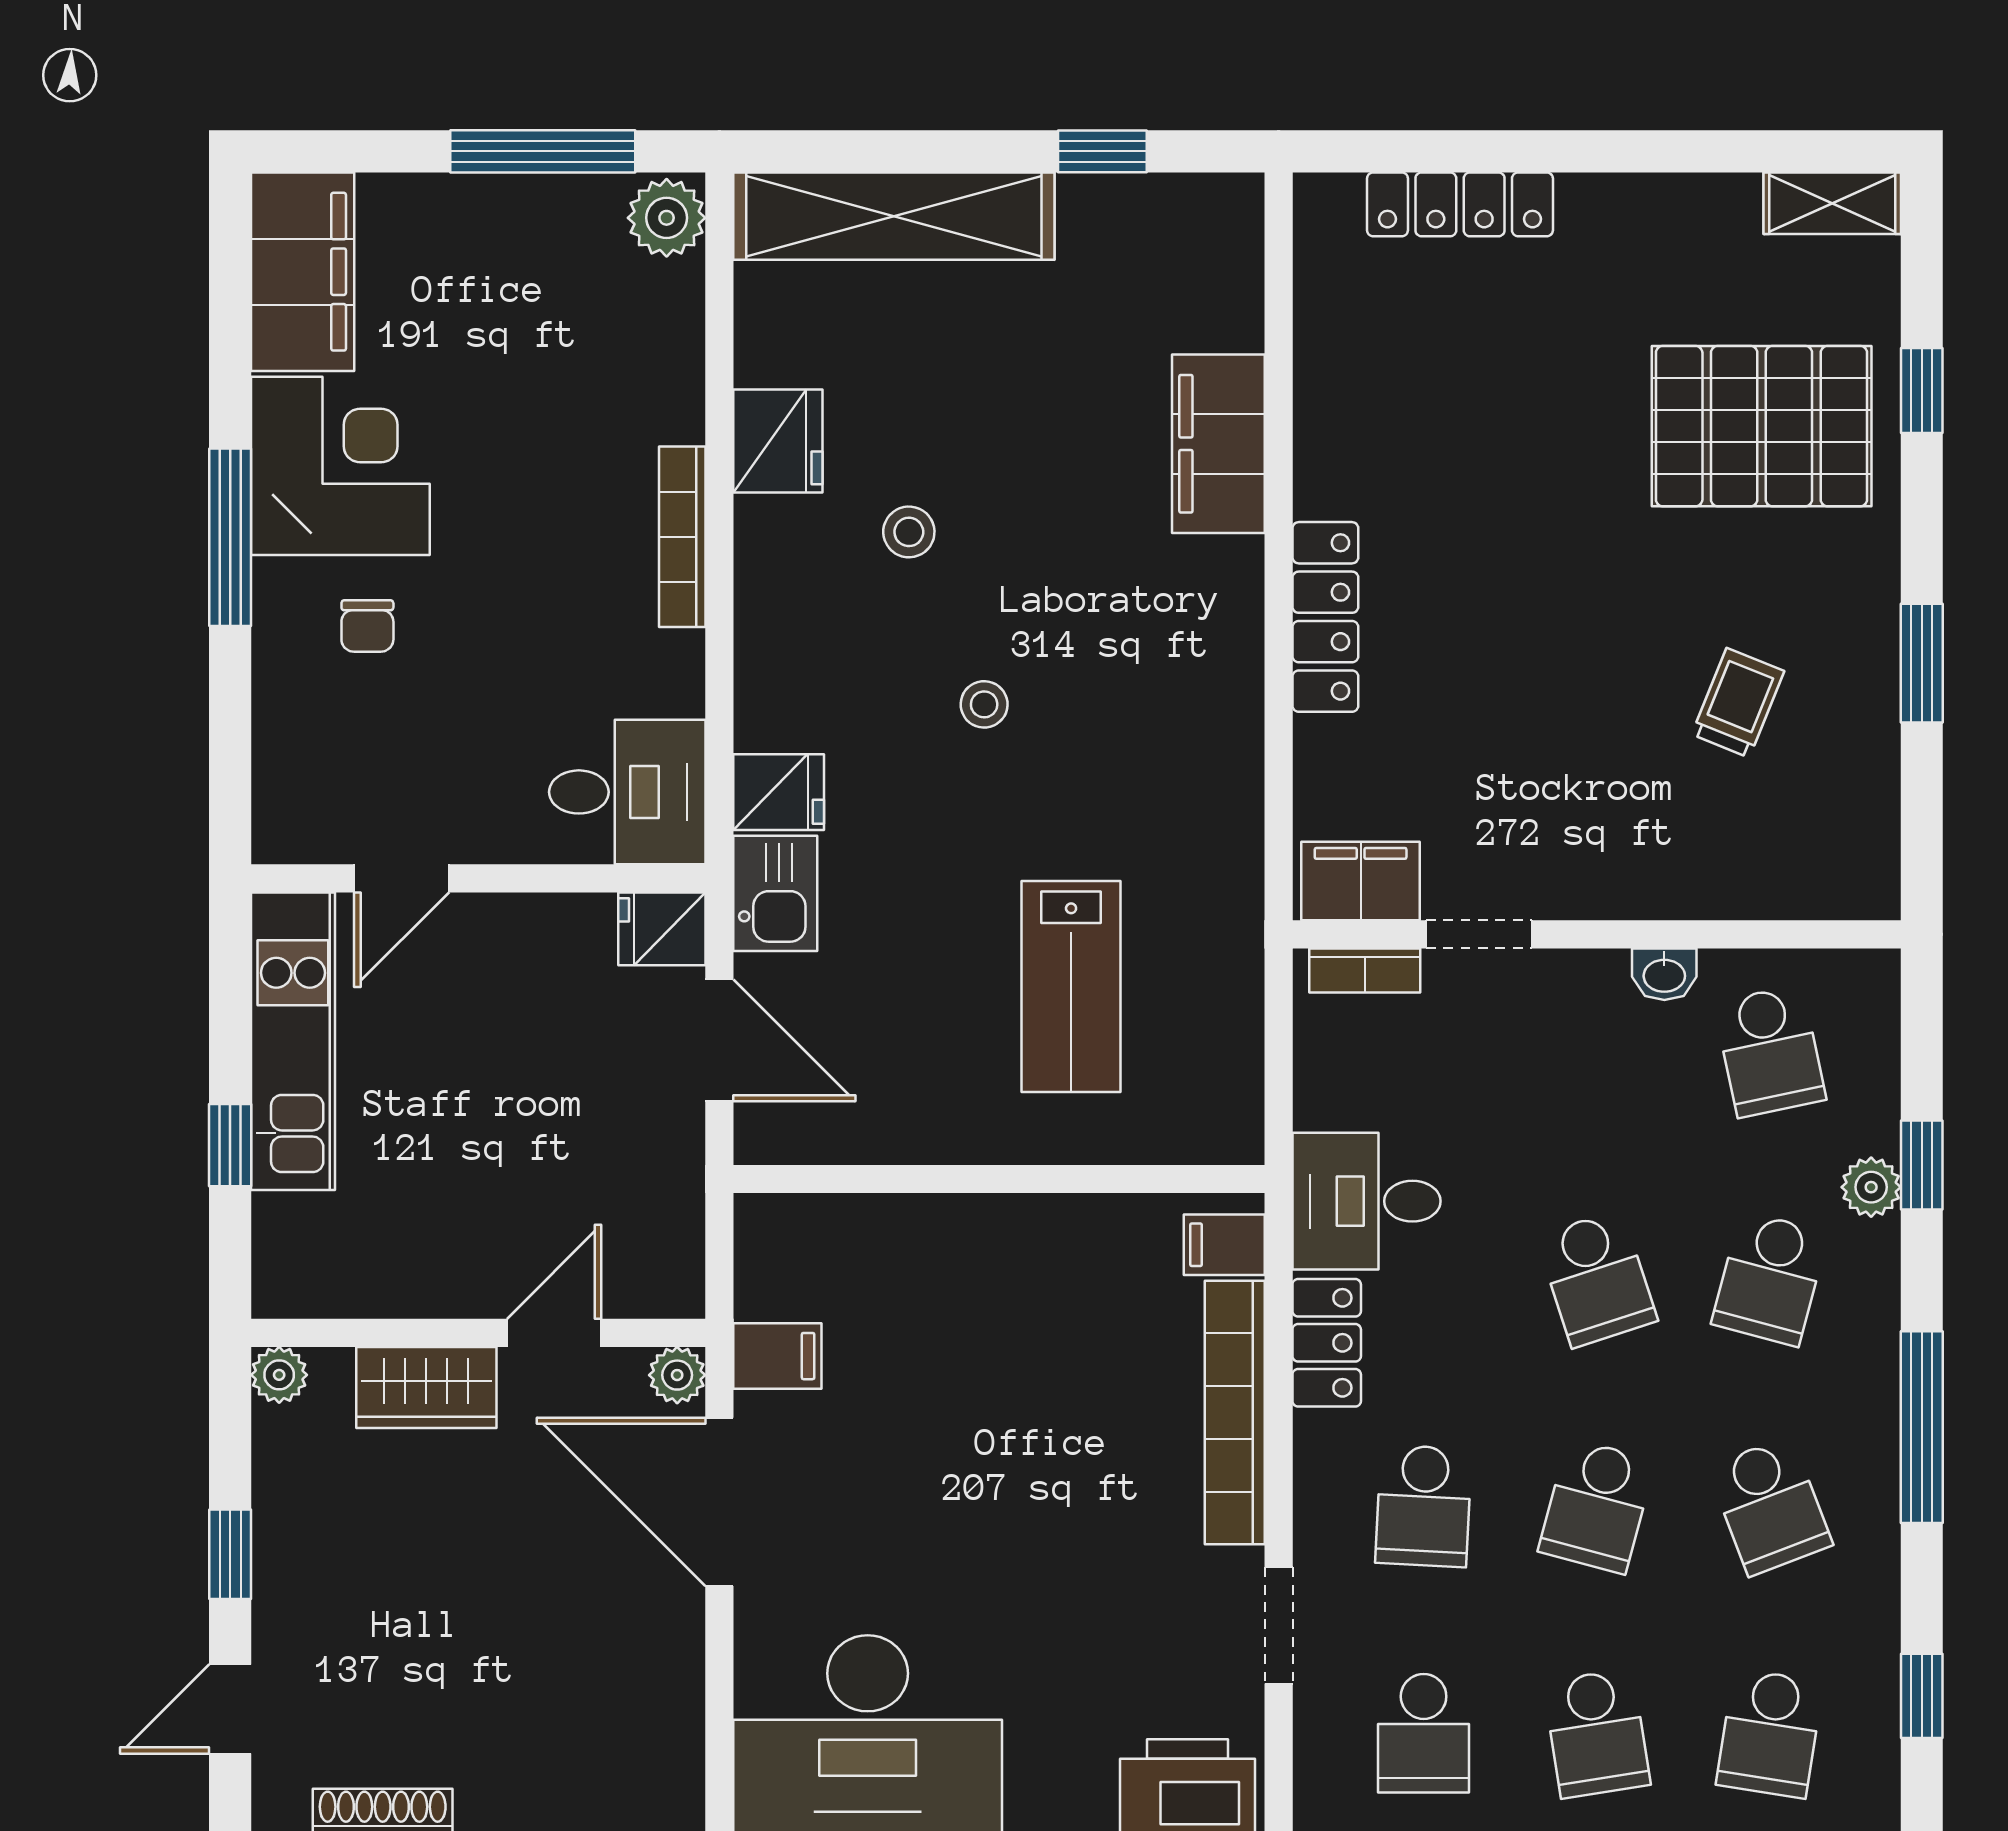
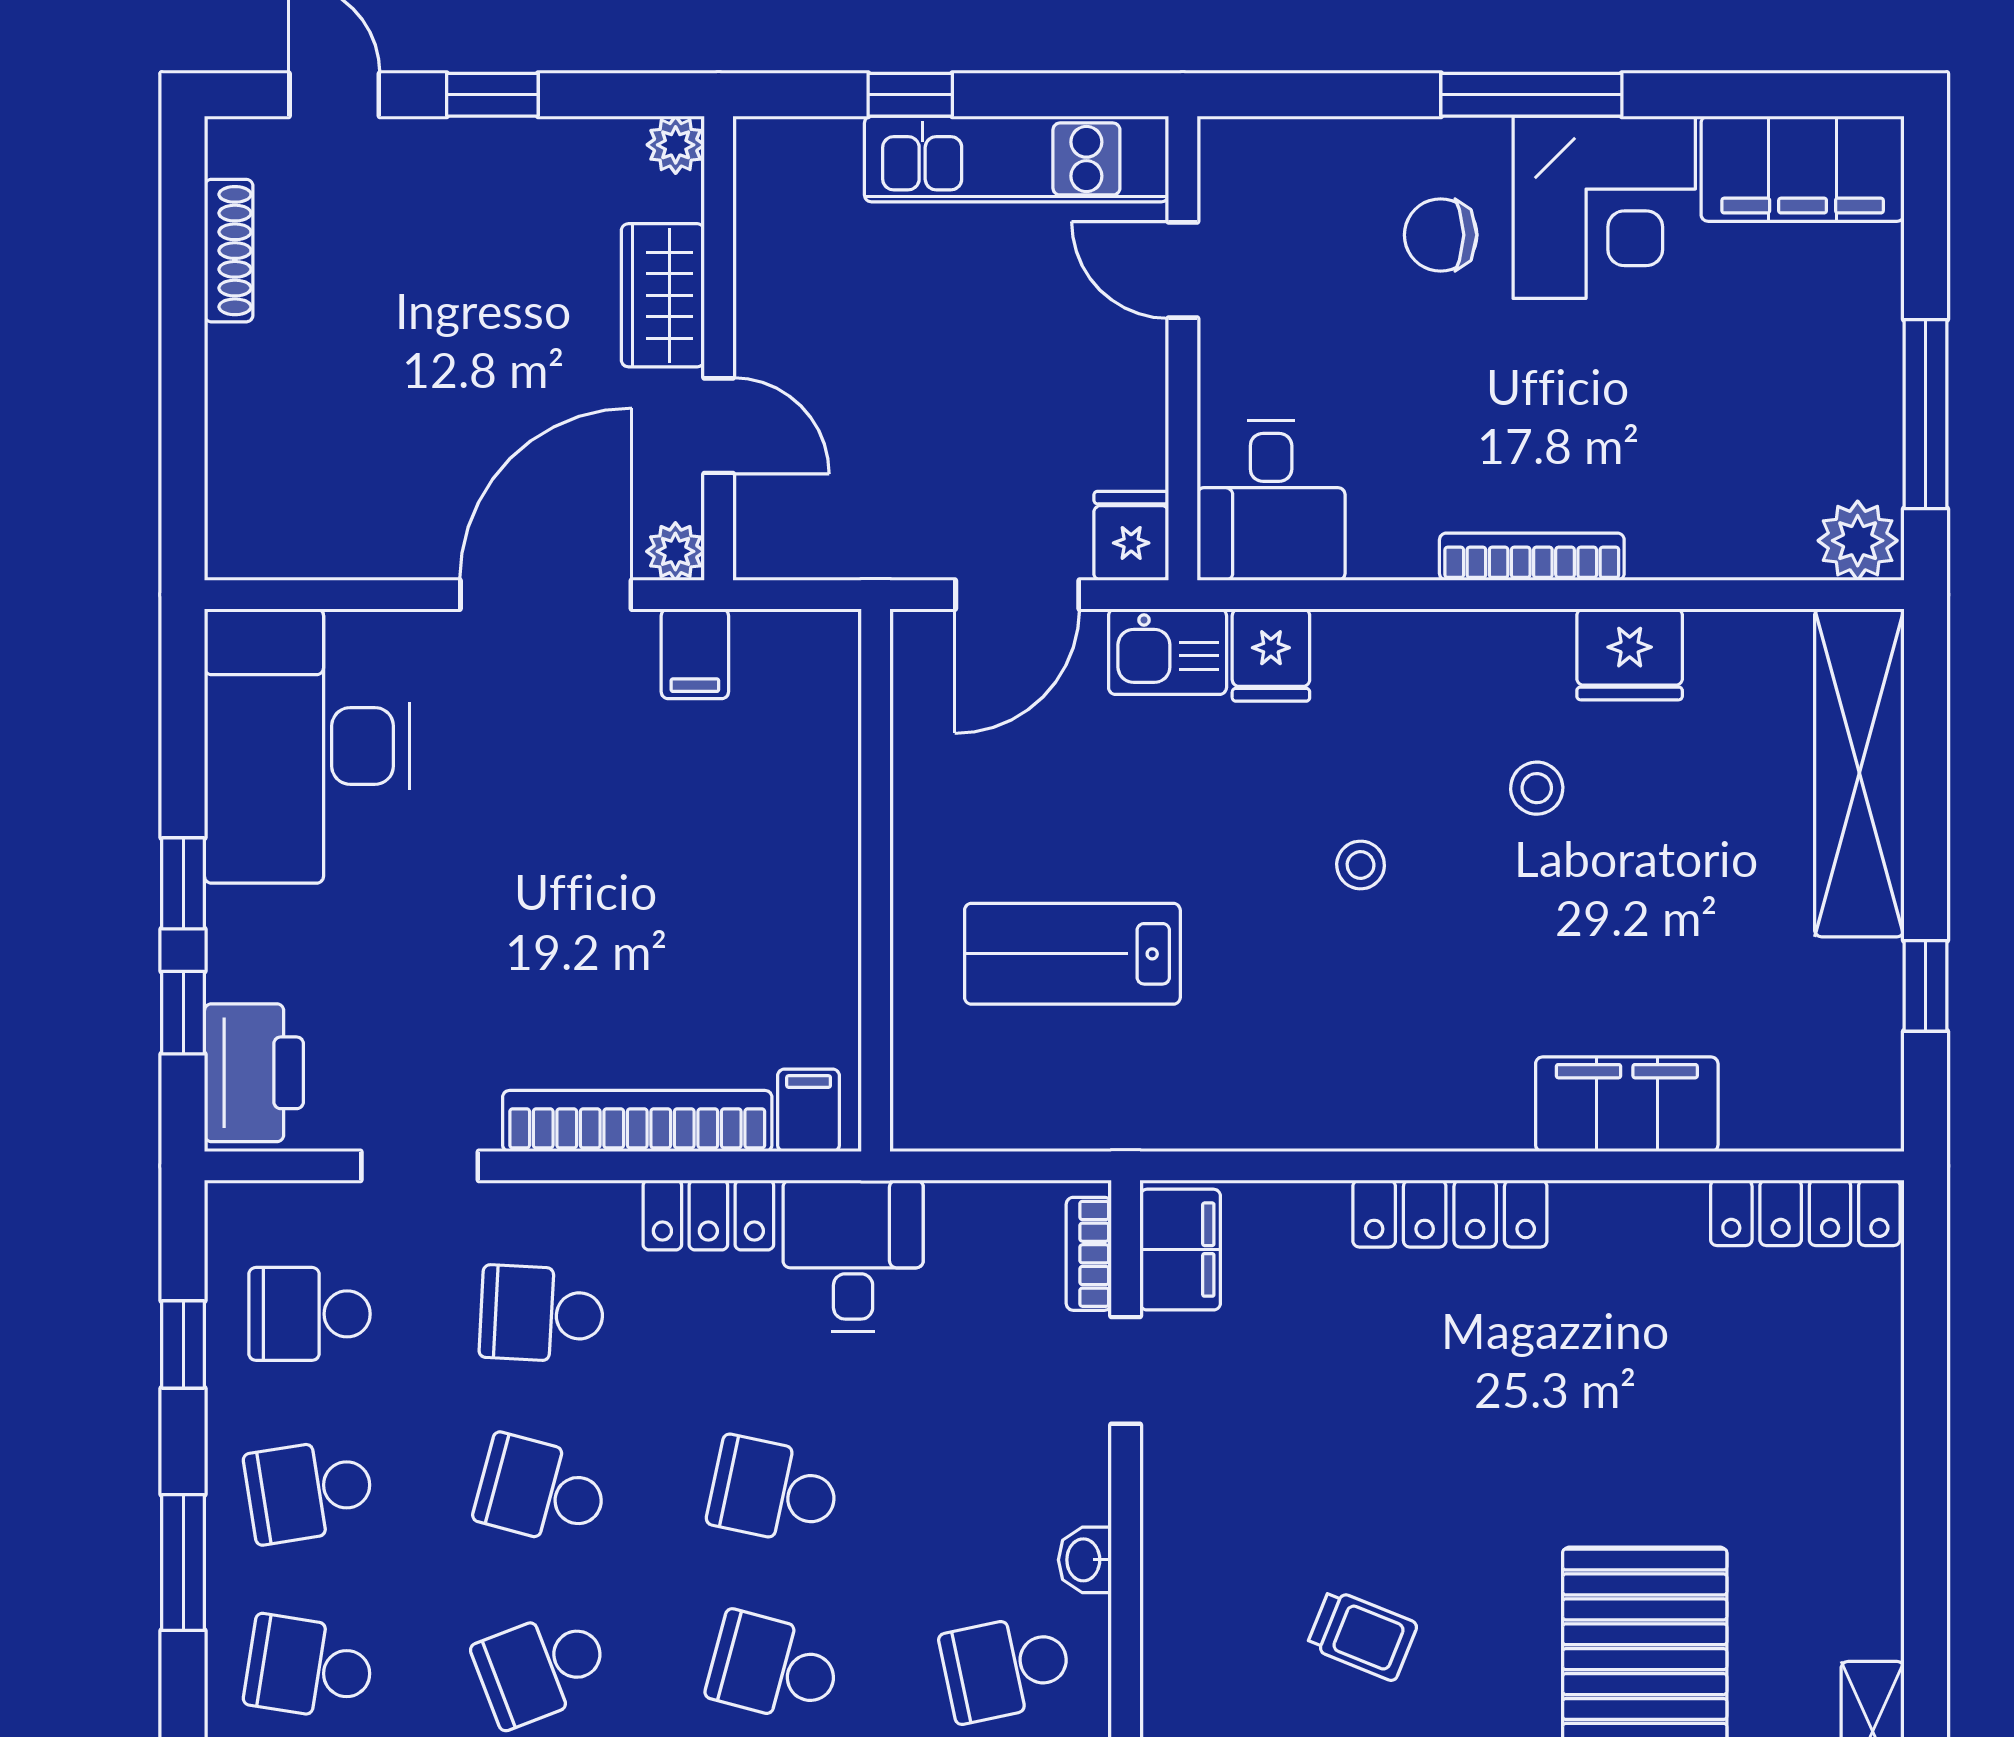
locker: (1460, 204) -> (1805, 1213), moved, turned -90
chair: (367, 626) -> (1441, 235), width x1.37, depth x1.37
school desk: (1597, 1279) -> (774, 1491), turned 30

